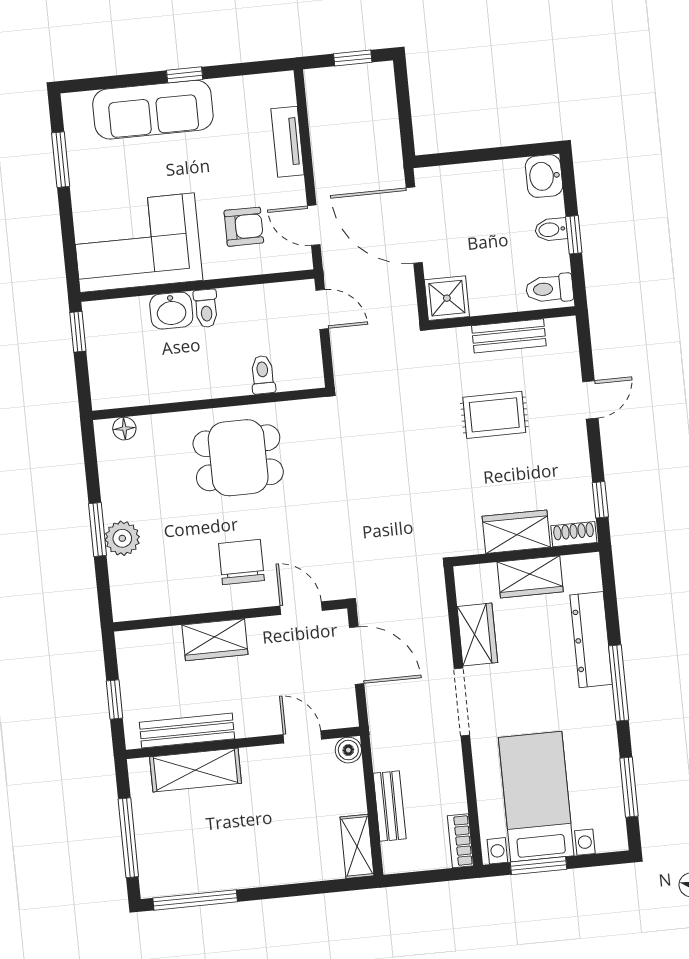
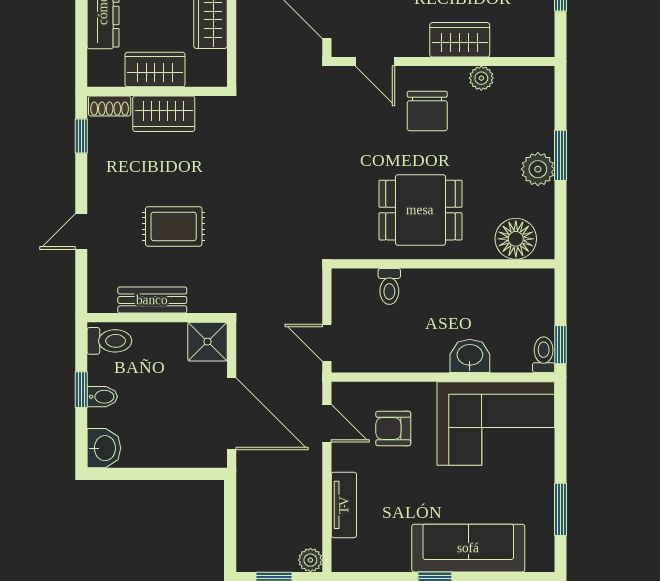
plant: (317, 81) -> (310, 560), added
toilet: (206, 308) -> (544, 355), moved
floor lamp: (124, 429) -> (516, 239), width x1.89, depth x1.89
plant: (122, 538) -> (538, 169), moved
plant: (188, 602) -> (481, 78), added

